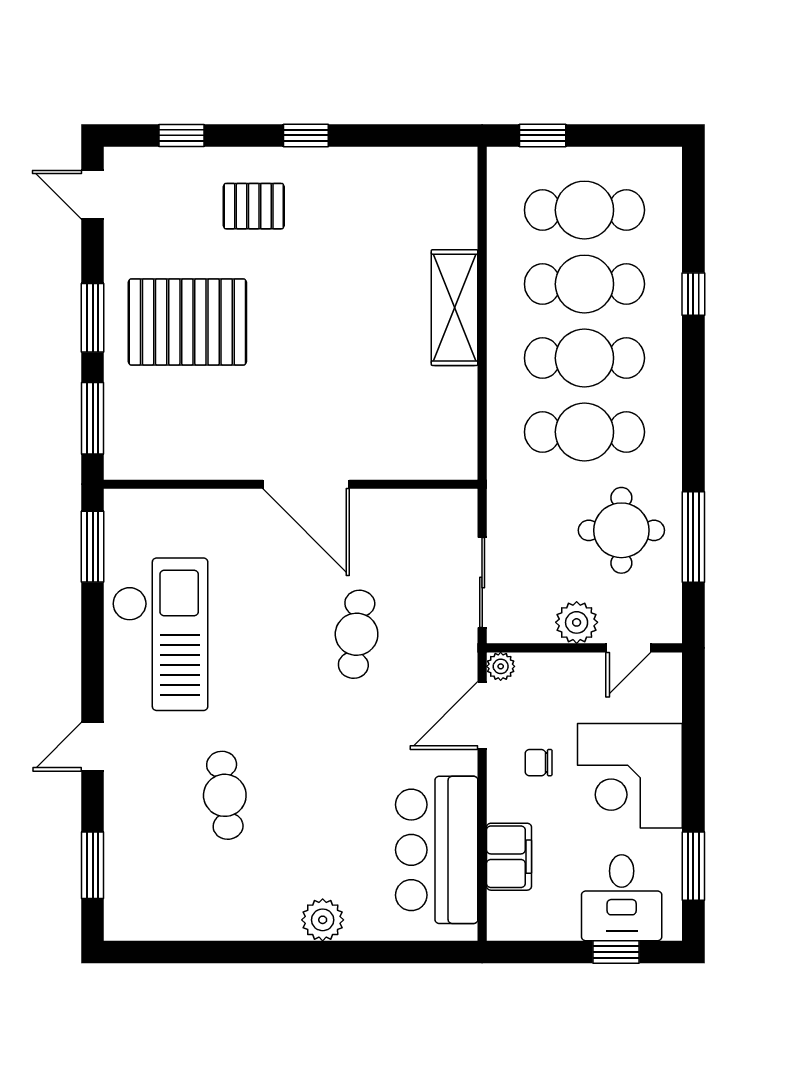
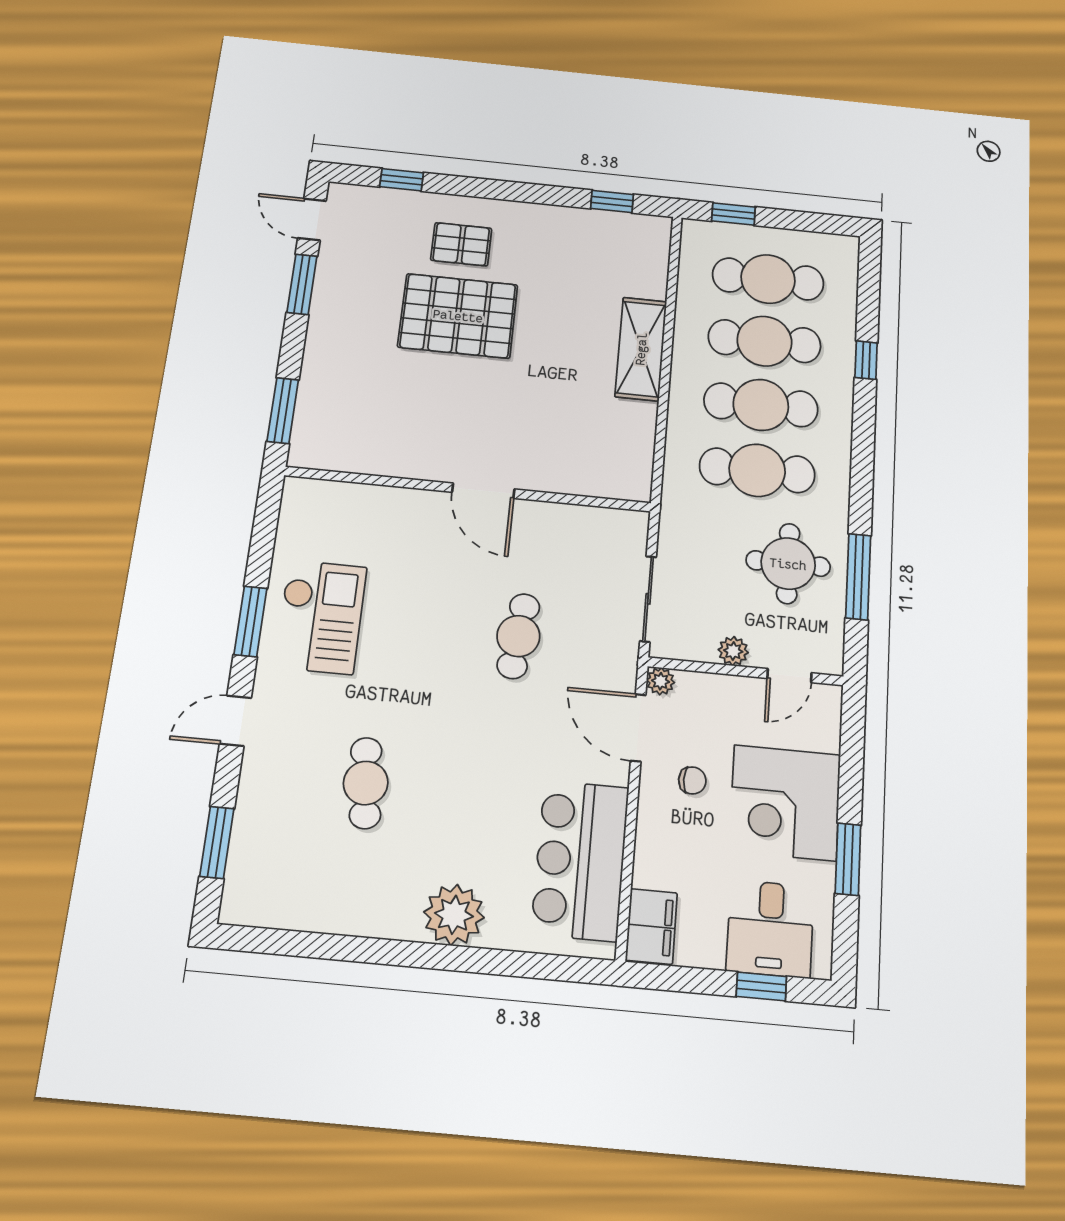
window: (306, 135) -> (612, 201), moved
window: (93, 318) -> (302, 284), moved
pallet: (187, 322) -> (458, 316), moved
door: (306, 484) -> (483, 491), width x0.73
window: (93, 547) -> (251, 621), moved
plant: (577, 622) -> (733, 651), width x0.73, depth x0.73
checkout: (160, 634) -> (321, 617), width x0.73, depth x0.83
door: (482, 715) -> (638, 728), hinge flipped
chair: (539, 763) -> (692, 780), turned 180
filing cabinet: (509, 857) -> (651, 926), moved
window: (693, 866) -> (848, 859), moved
plant: (323, 920) -> (454, 915), width x1.36, depth x1.36

